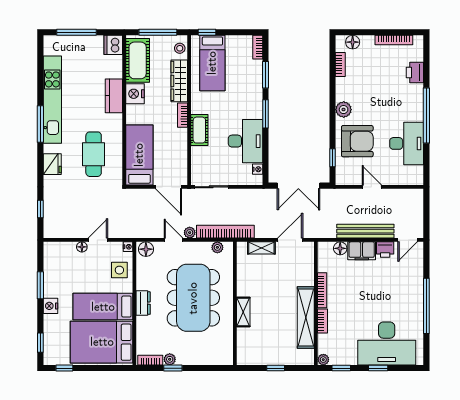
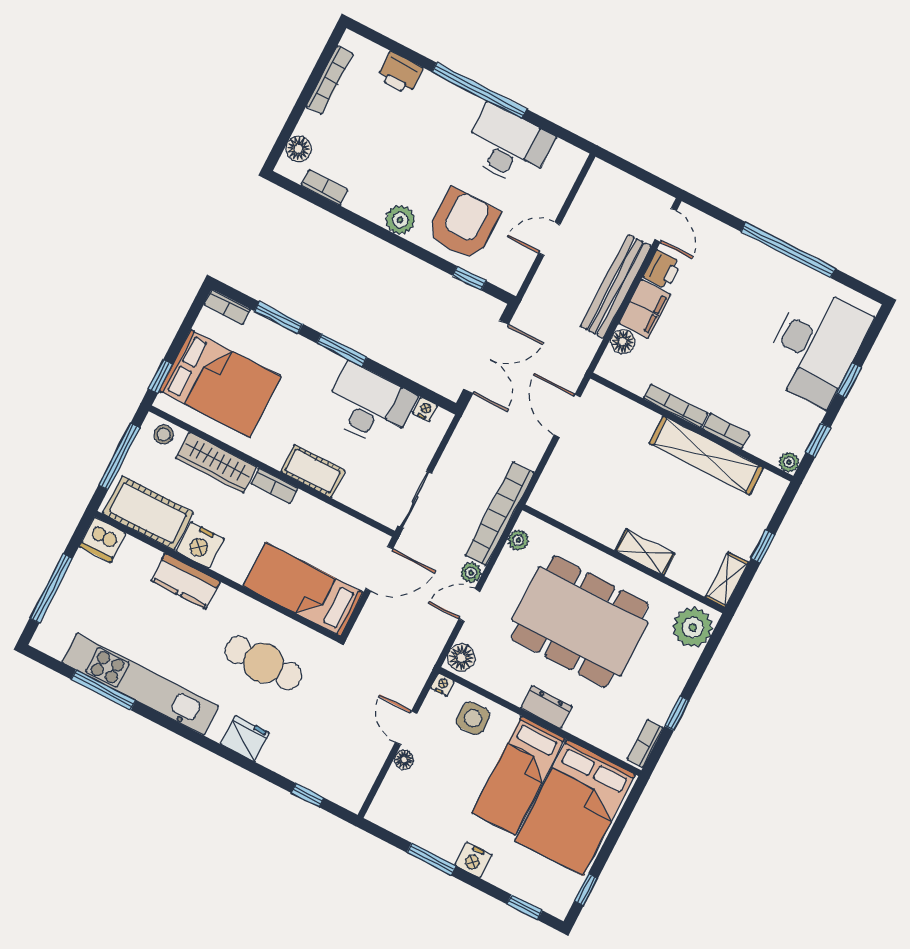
bed: (212, 63) -> (220, 384), width x1.50
window: (40, 124) -> (103, 690), moved
shelving: (261, 248) -> (727, 580), moved
plant: (170, 359) -> (693, 627), moved, width x1.88, depth x1.88

